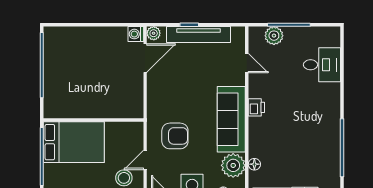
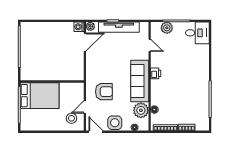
desk: (322, 65) -> (197, 33), moved

